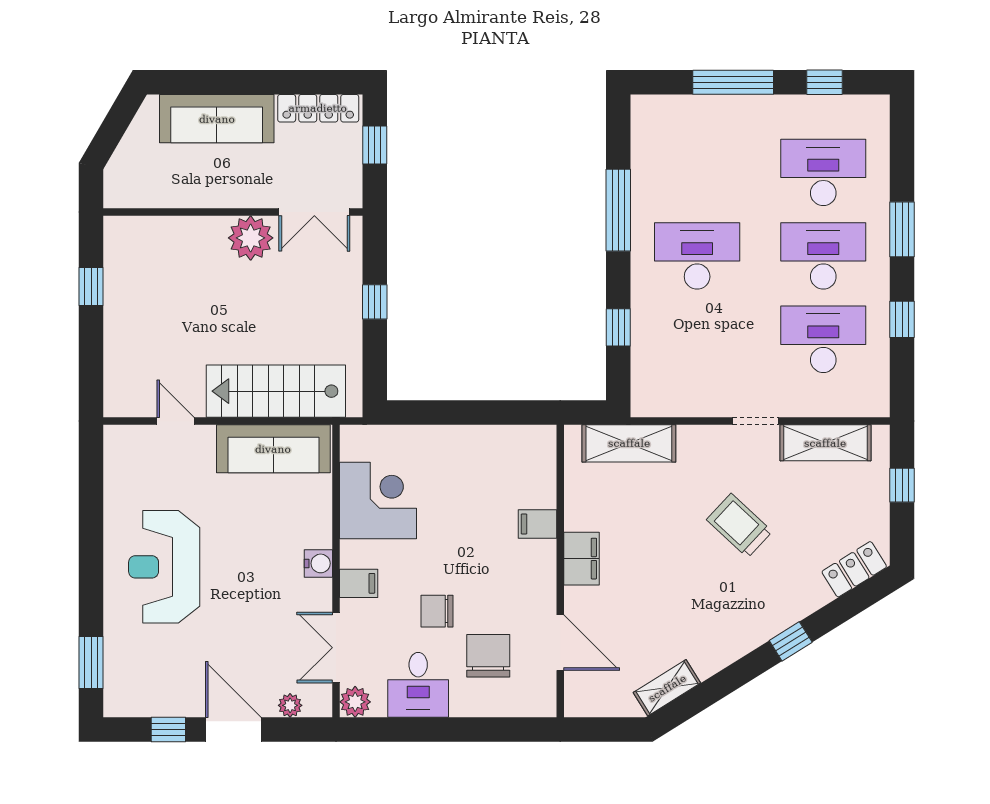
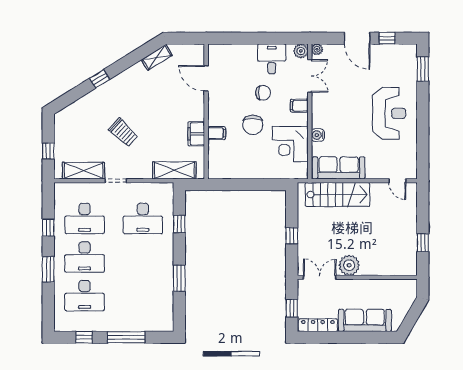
window: (618, 210) -> (179, 278), width x0.69
desk: (697, 256) -> (143, 218), moved
door: (175, 421) -> (397, 181), moved
filing cabinet: (581, 559) -> (196, 134), moved
water cooler: (318, 563) -> (318, 135), moved
locker: (854, 569) -> (70, 112), removed
chair: (488, 656) -> (253, 125), moved
plant: (290, 705) -> (317, 49), moved

